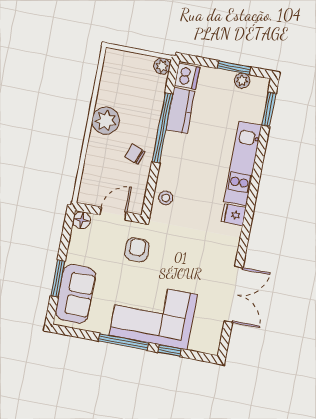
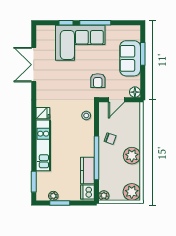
plant: (117, 63) -> (132, 192), added
sofa: (76, 294) -> (130, 58), moved

